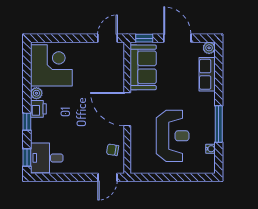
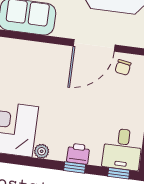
printer: (38, 109) -> (78, 154), moved
door: (127, 109) -> (94, 45), moved

